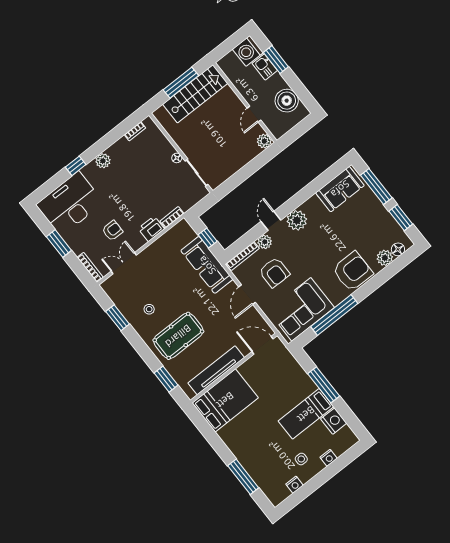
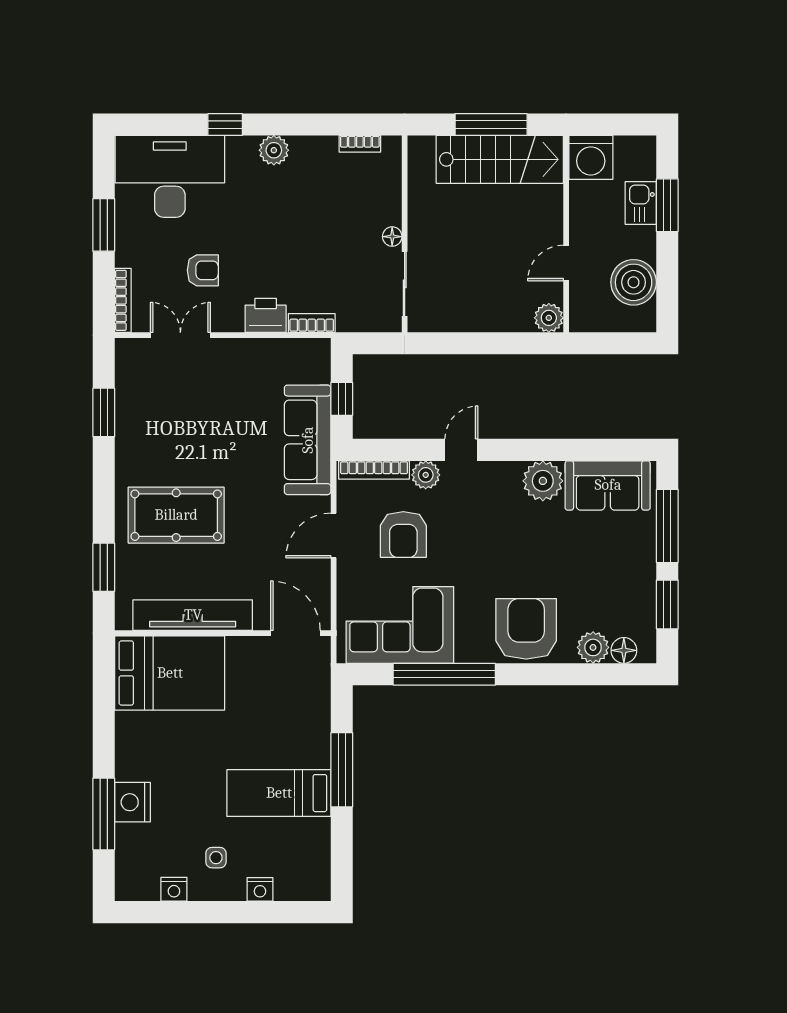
washing machine: (248, 51) -> (591, 157), moved, turned -90
plant: (297, 220) -> (543, 481), moved
armchair: (353, 271) -> (526, 629), turned -90
stool: (149, 309) -> (163, 438), removed
nightstand: (334, 421) -> (133, 802), moved, turned 180

